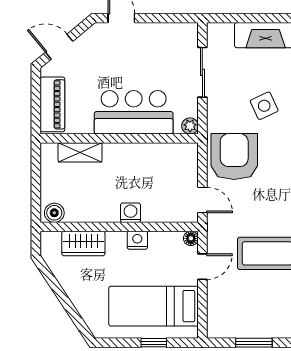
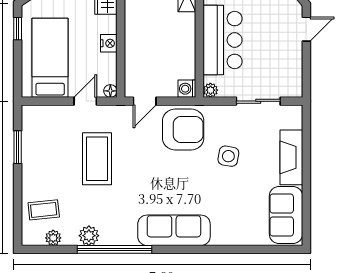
side table: (264, 106) -> (228, 156), turned 35
washing machine: (131, 213) -> (187, 89), moved, turned 180
door: (202, 267) -> (85, 101), swing flipped
window: (154, 343) -> (18, 29), moved

